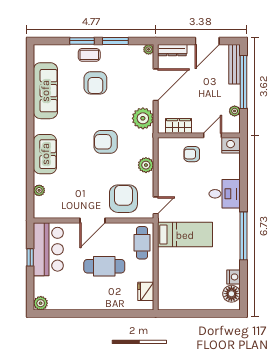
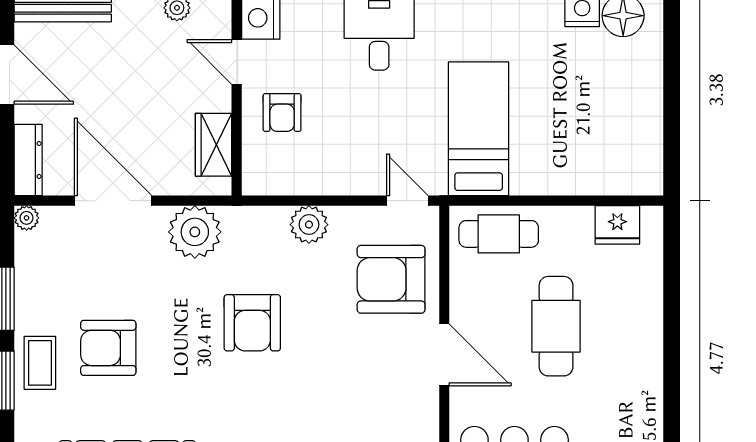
armchair: (95, 83) -> (108, 348), turned 180

